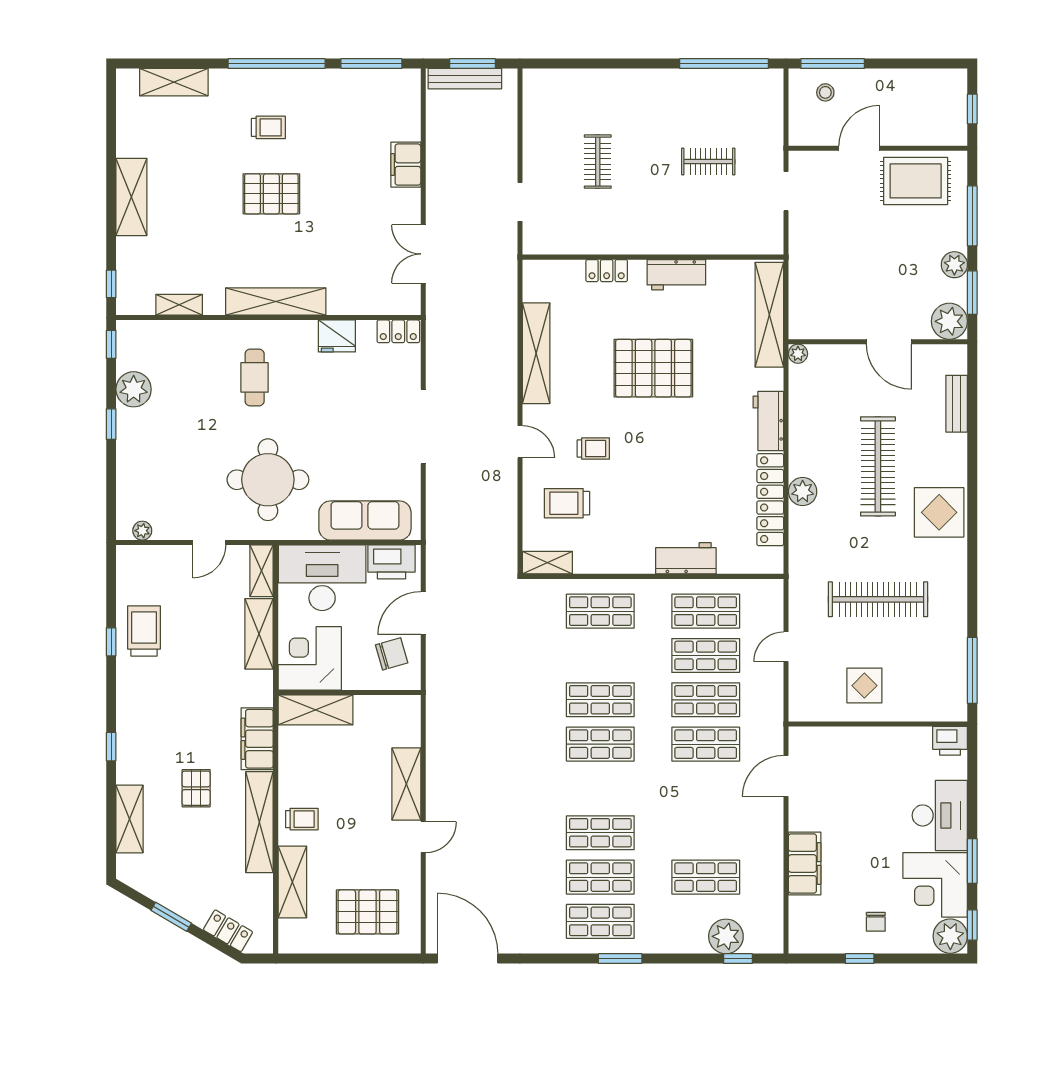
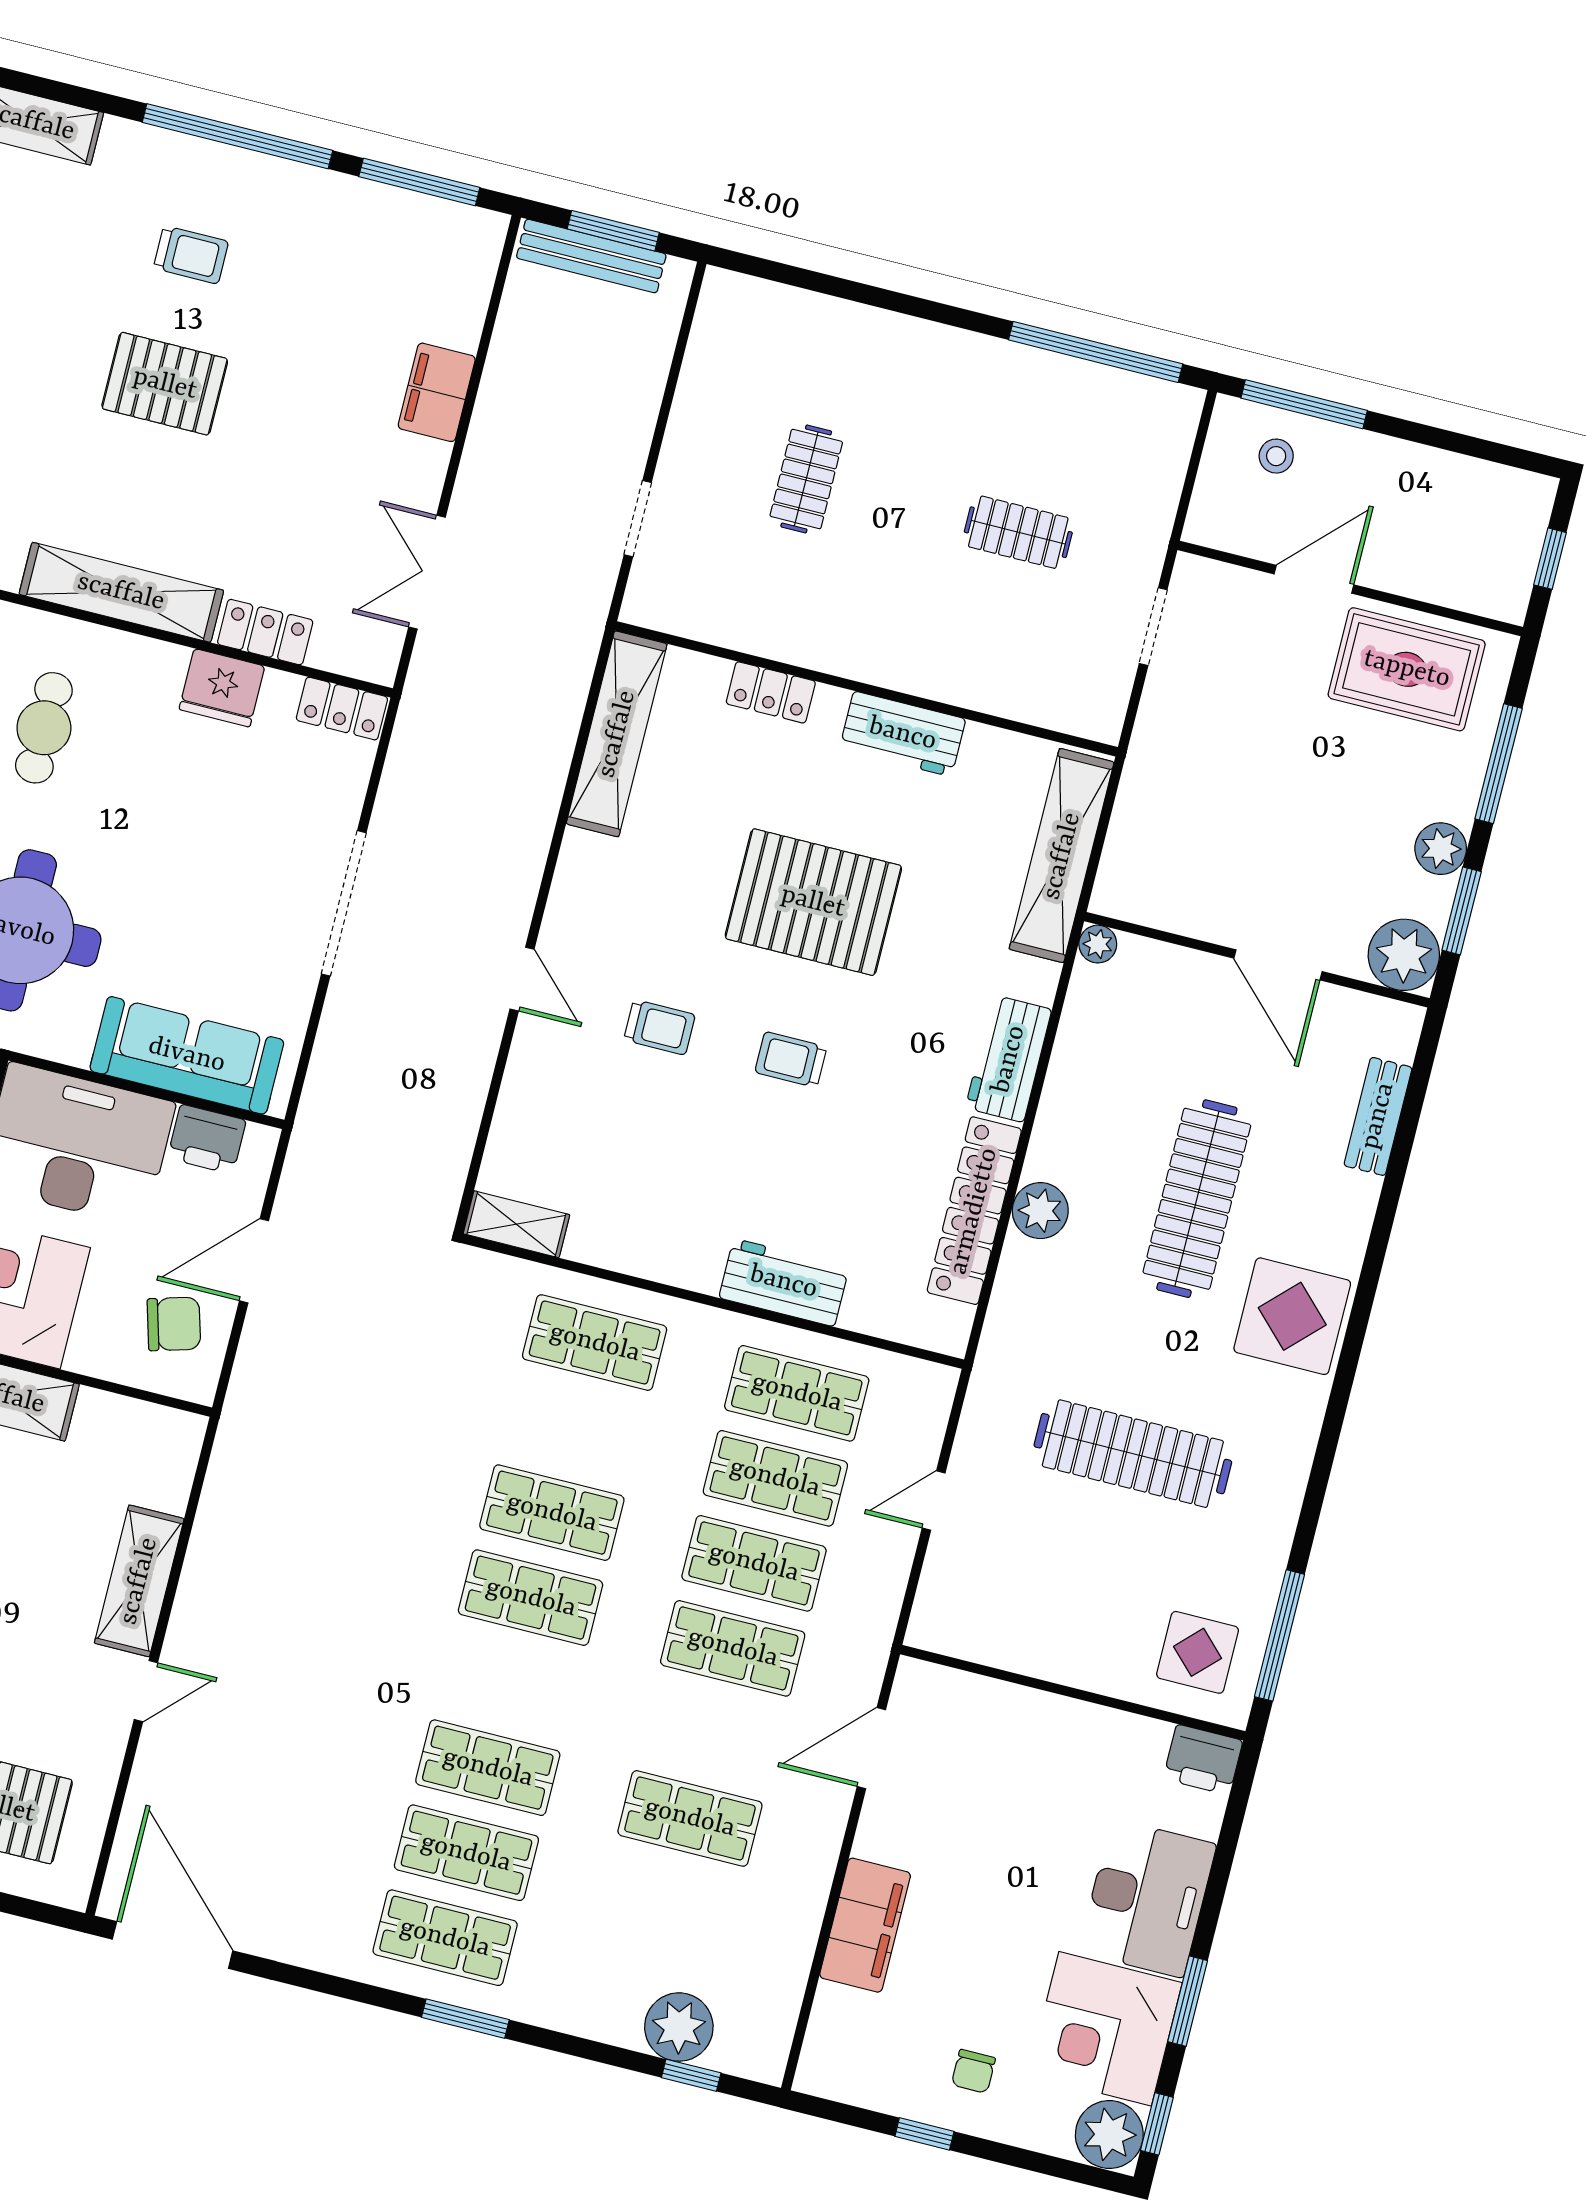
locker: (351, 303) -> (265, 632), added
shelving: (536, 353) -> (617, 734), moved
trolley: (567, 503) -> (791, 1060), moved, width x0.73, depth x0.72
printer: (391, 562) -> (207, 1139), width x0.73, depth x0.84
display table: (864, 686) -> (1198, 1652), moved
shop shelf: (706, 877) -> (690, 1818), moved

